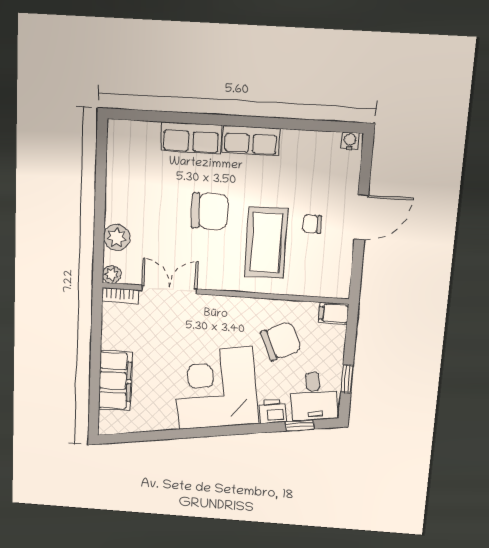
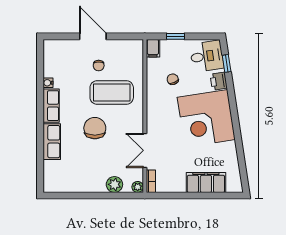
water cooler: (350, 141) -> (48, 83), moved
chair: (281, 341) -> (173, 79), width x0.54, depth x0.54
window: (347, 379) -> (176, 36), moved

